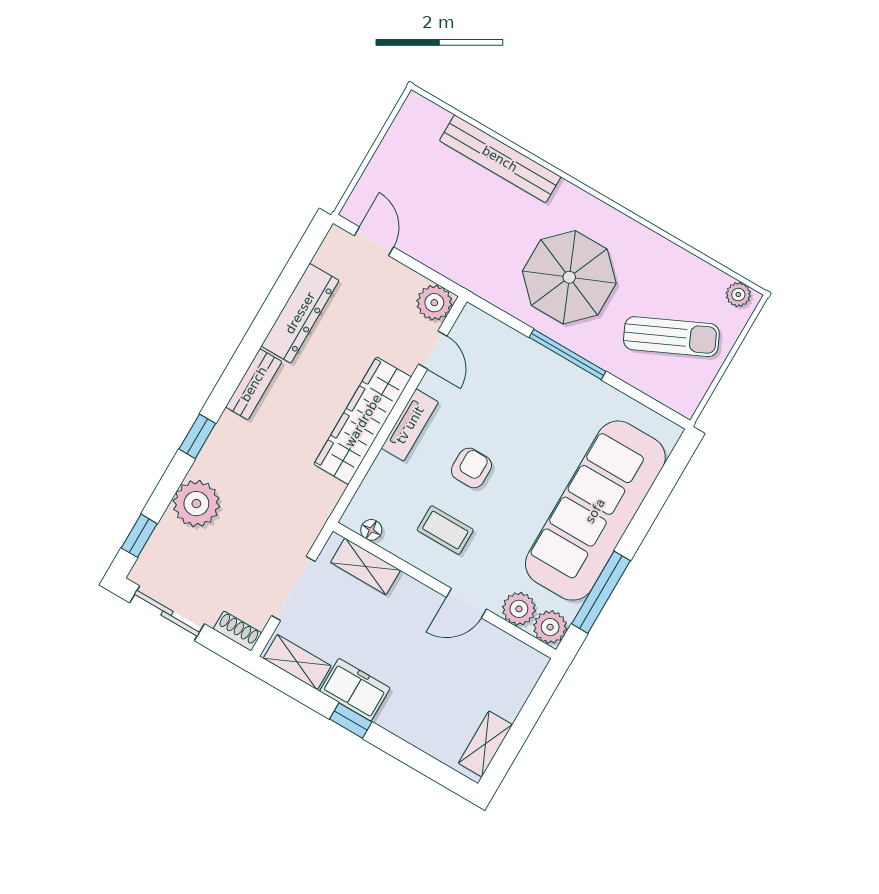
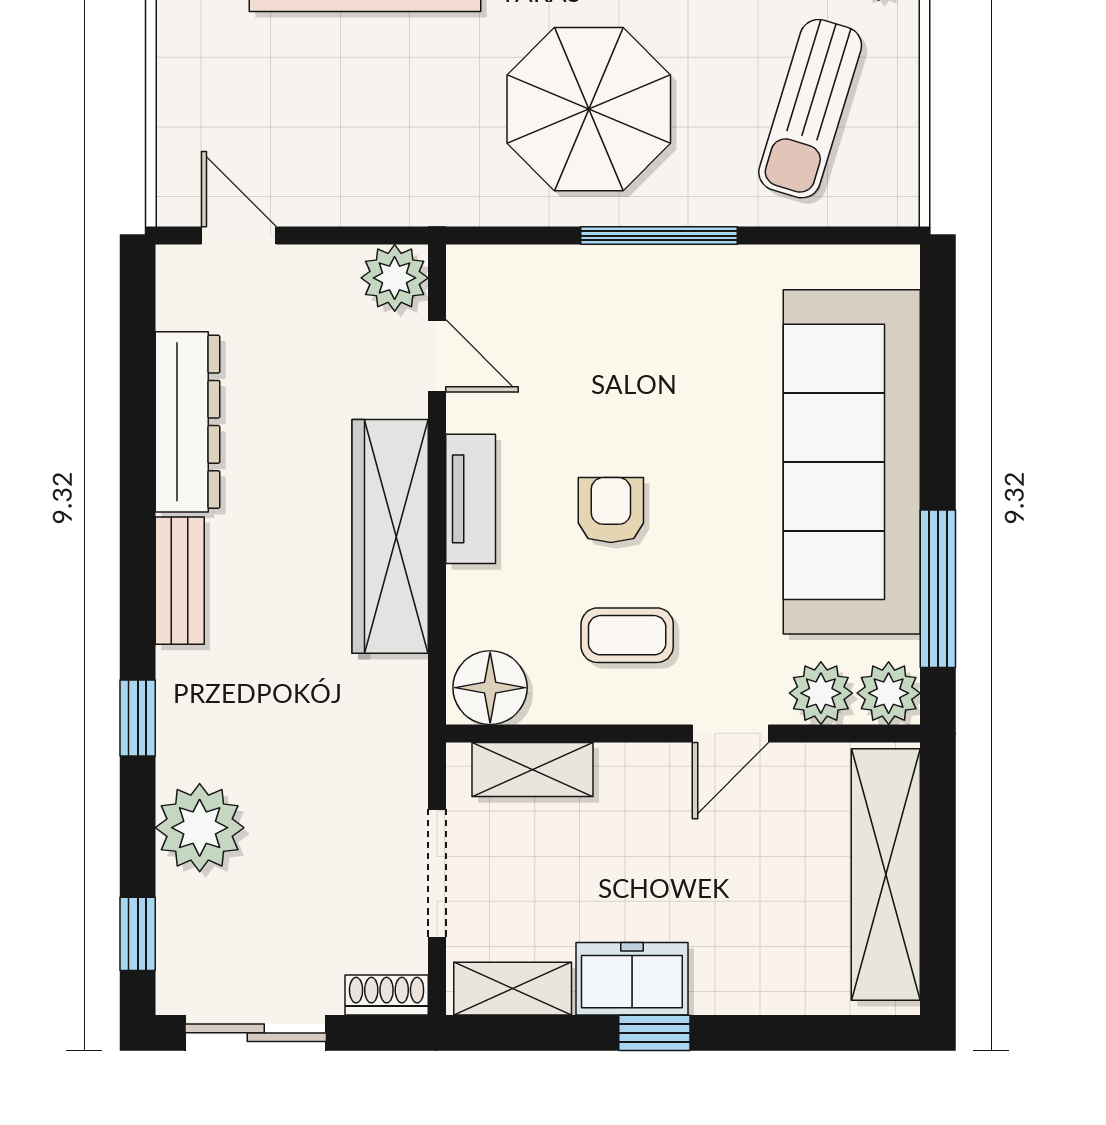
sun lounger: (671, 337) -> (810, 109), turned 132
floor lamp: (371, 530) -> (490, 688), width x1.89, depth x1.89
shelving: (485, 744) -> (886, 875), width x2.20, depth x1.33

